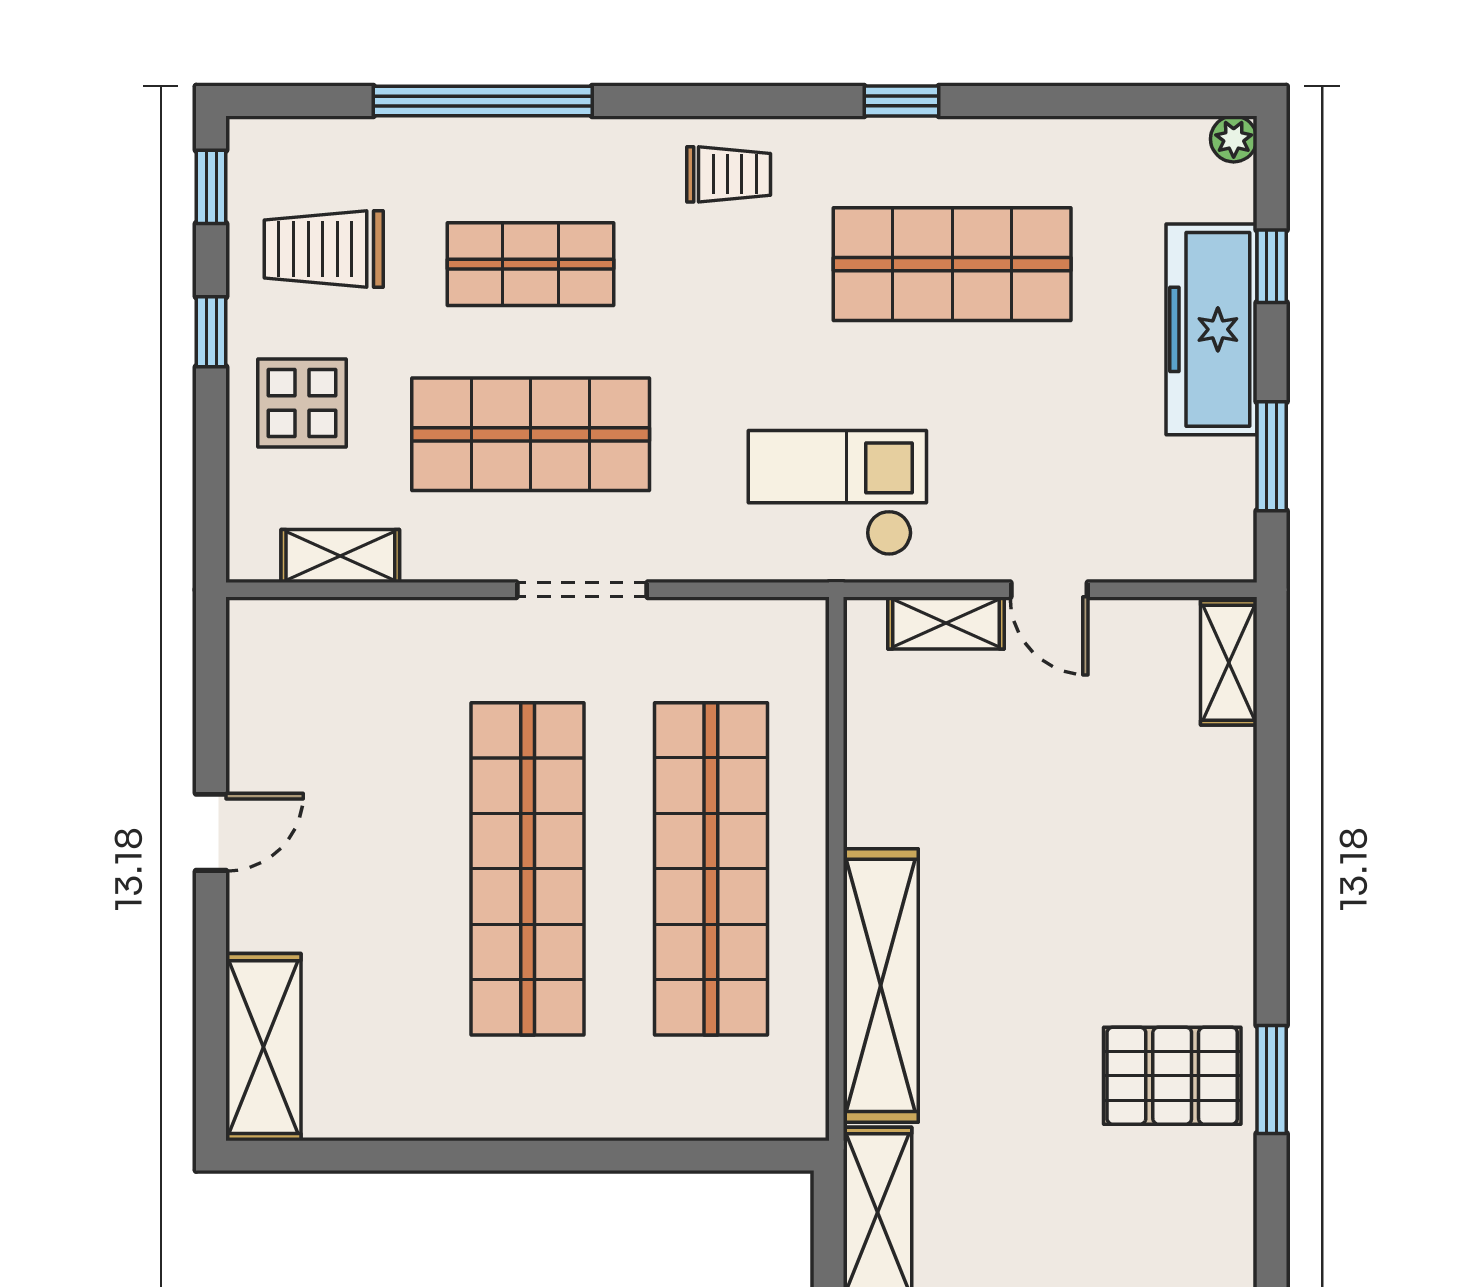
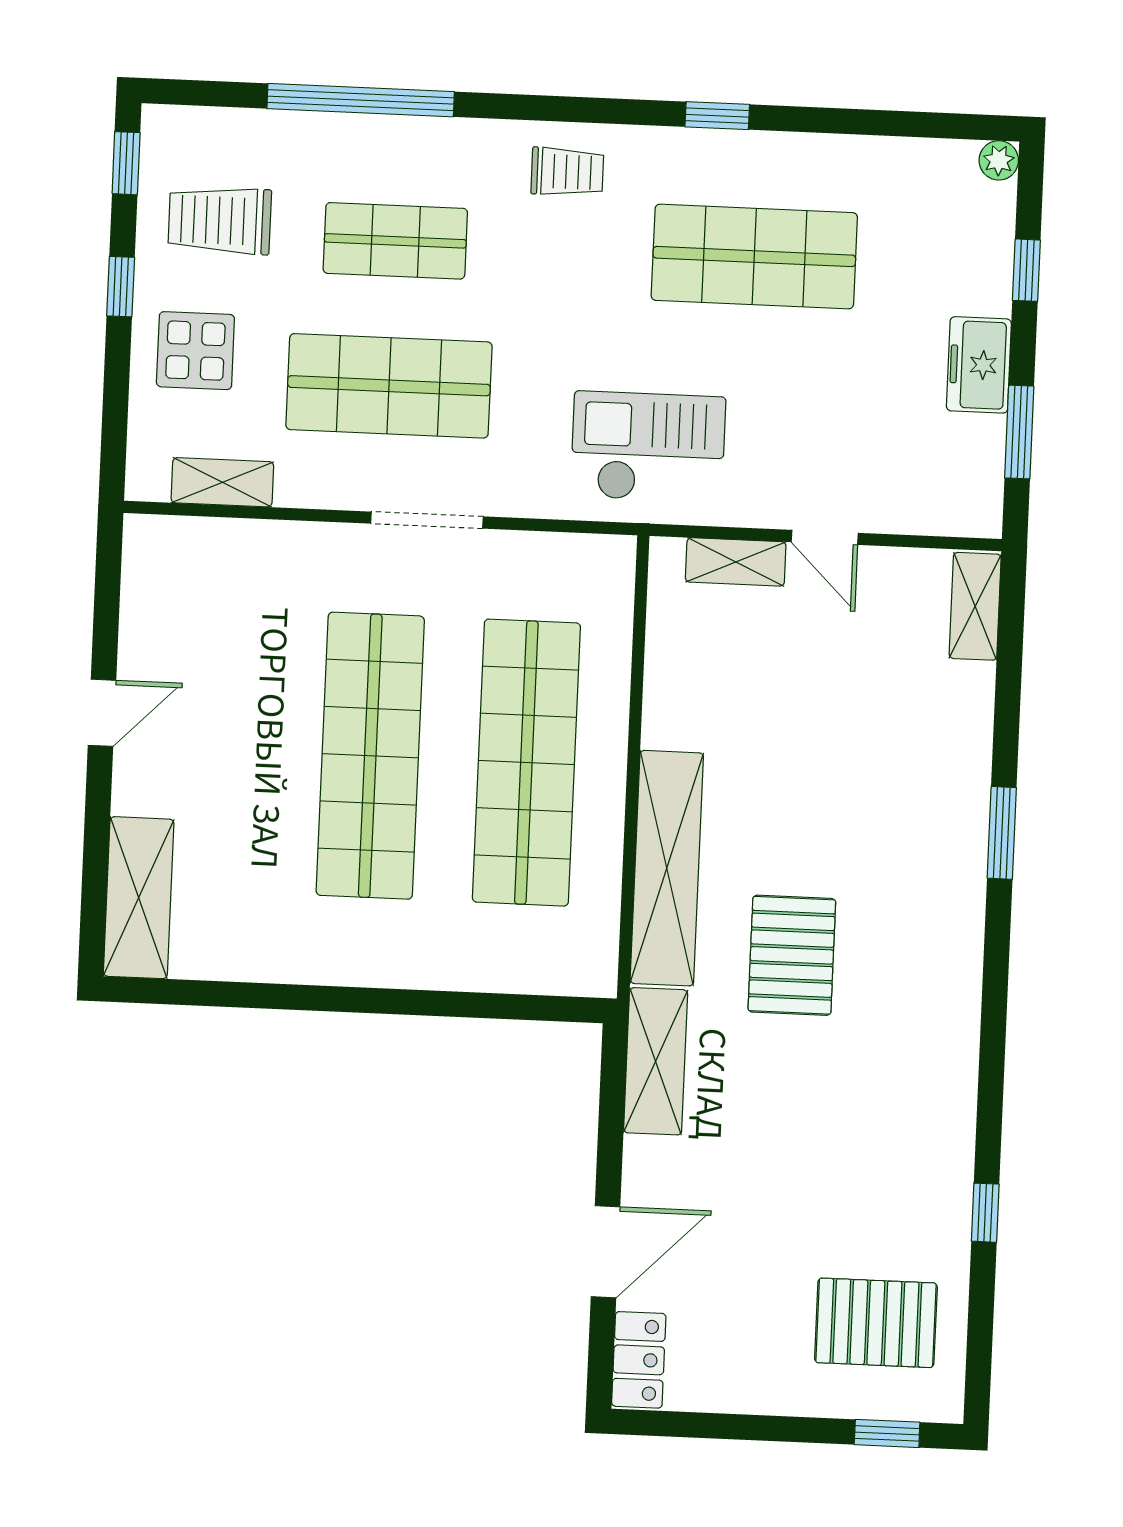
freezer: (1211, 329) -> (979, 365), width x0.52, depth x0.79
pallet: (1172, 1076) -> (792, 955), moved, turned 90
window: (1272, 1079) -> (1002, 833), moved

